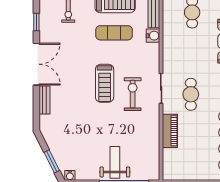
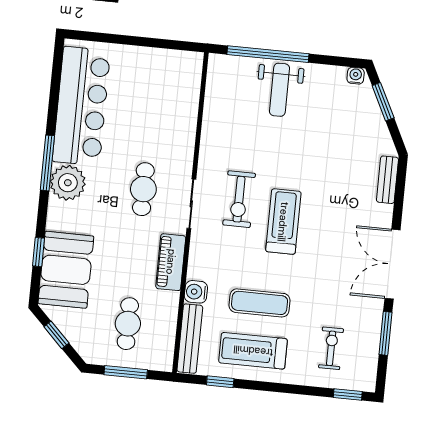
window: (36, 22) -> (386, 333), width x1.50
bench: (44, 100) -> (387, 180), moved
piano: (170, 131) -> (171, 262), moved

